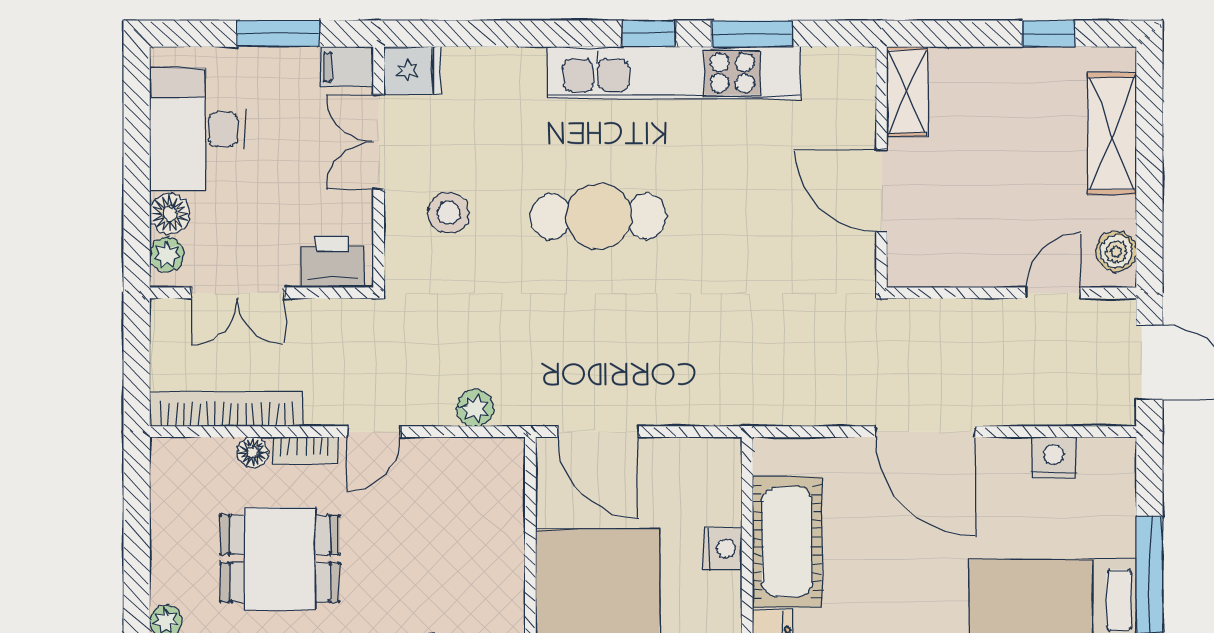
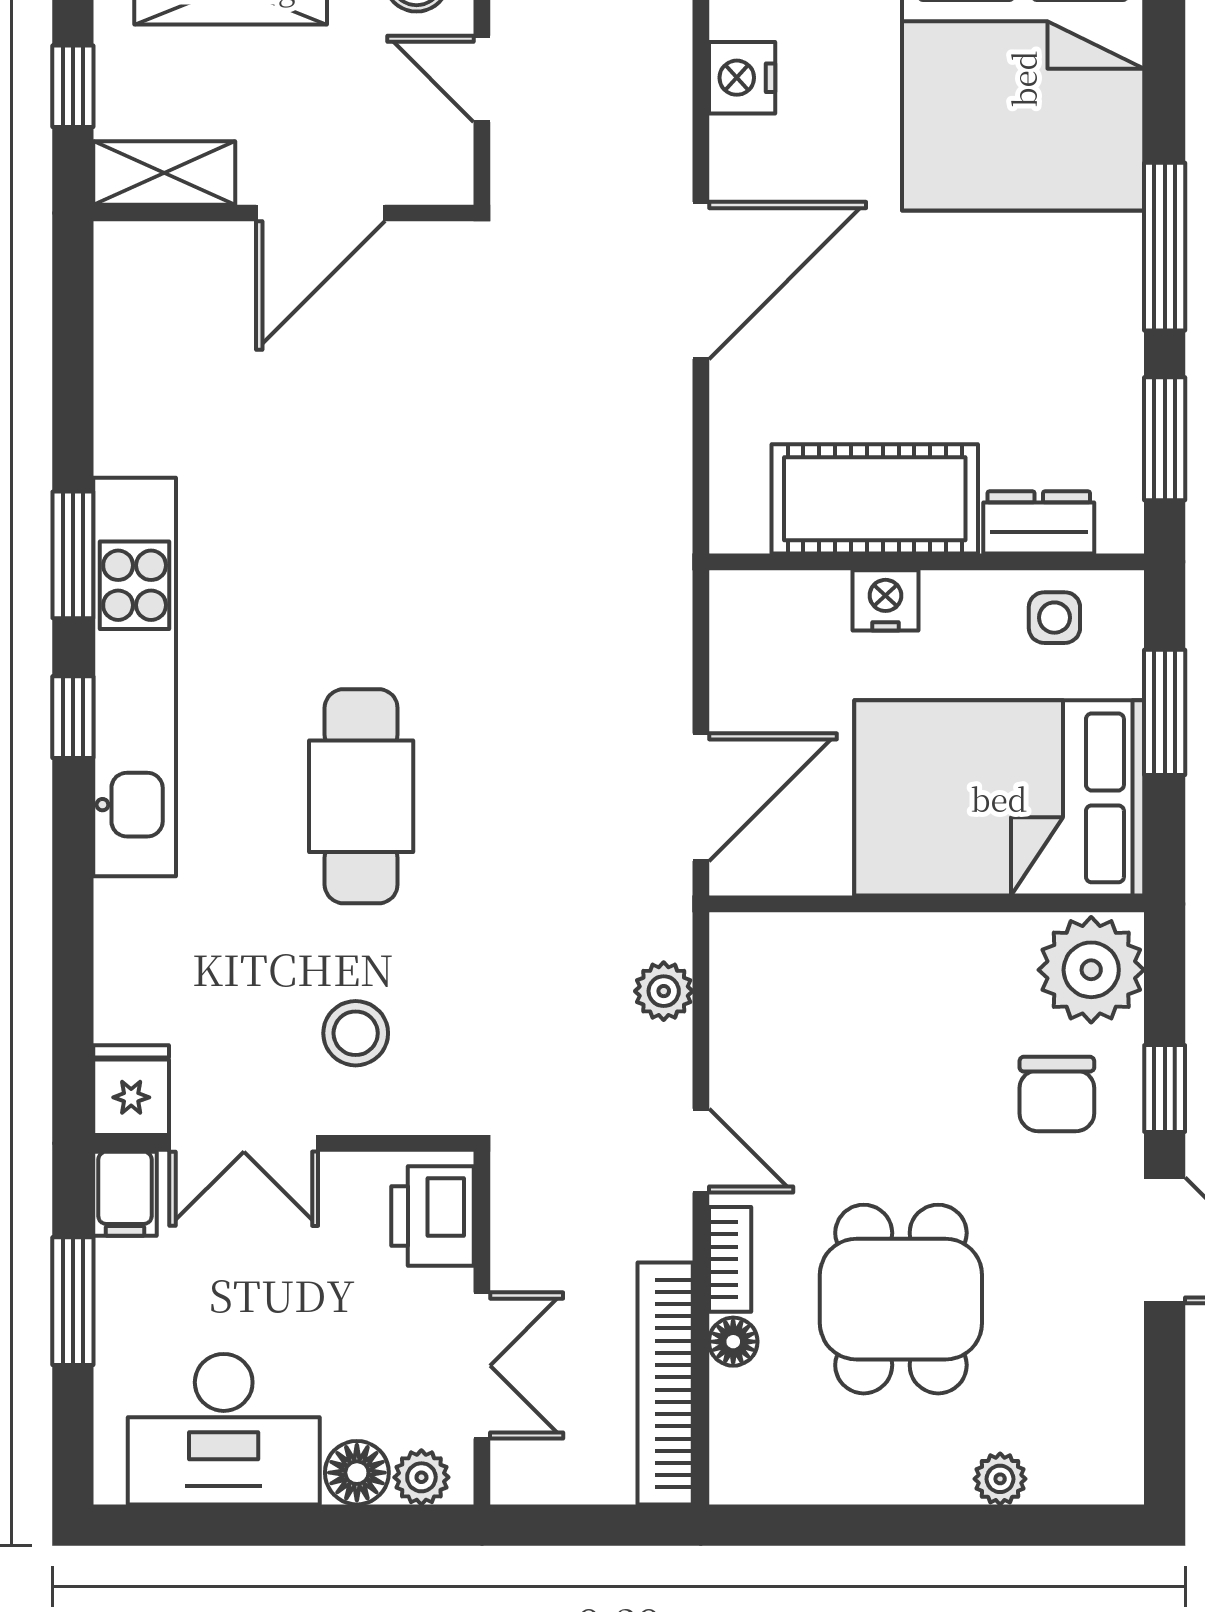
shelving: (907, 92) -> (164, 173), moved
wall: (882, 167) -> (284, 213), moved
door: (882, 191) -> (321, 213), moved

